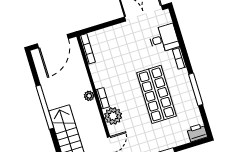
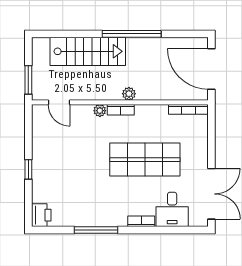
shop shelf: (156, 94) -> (145, 160), moved
plant: (113, 116) -> (100, 111), width x0.53, depth x0.53

